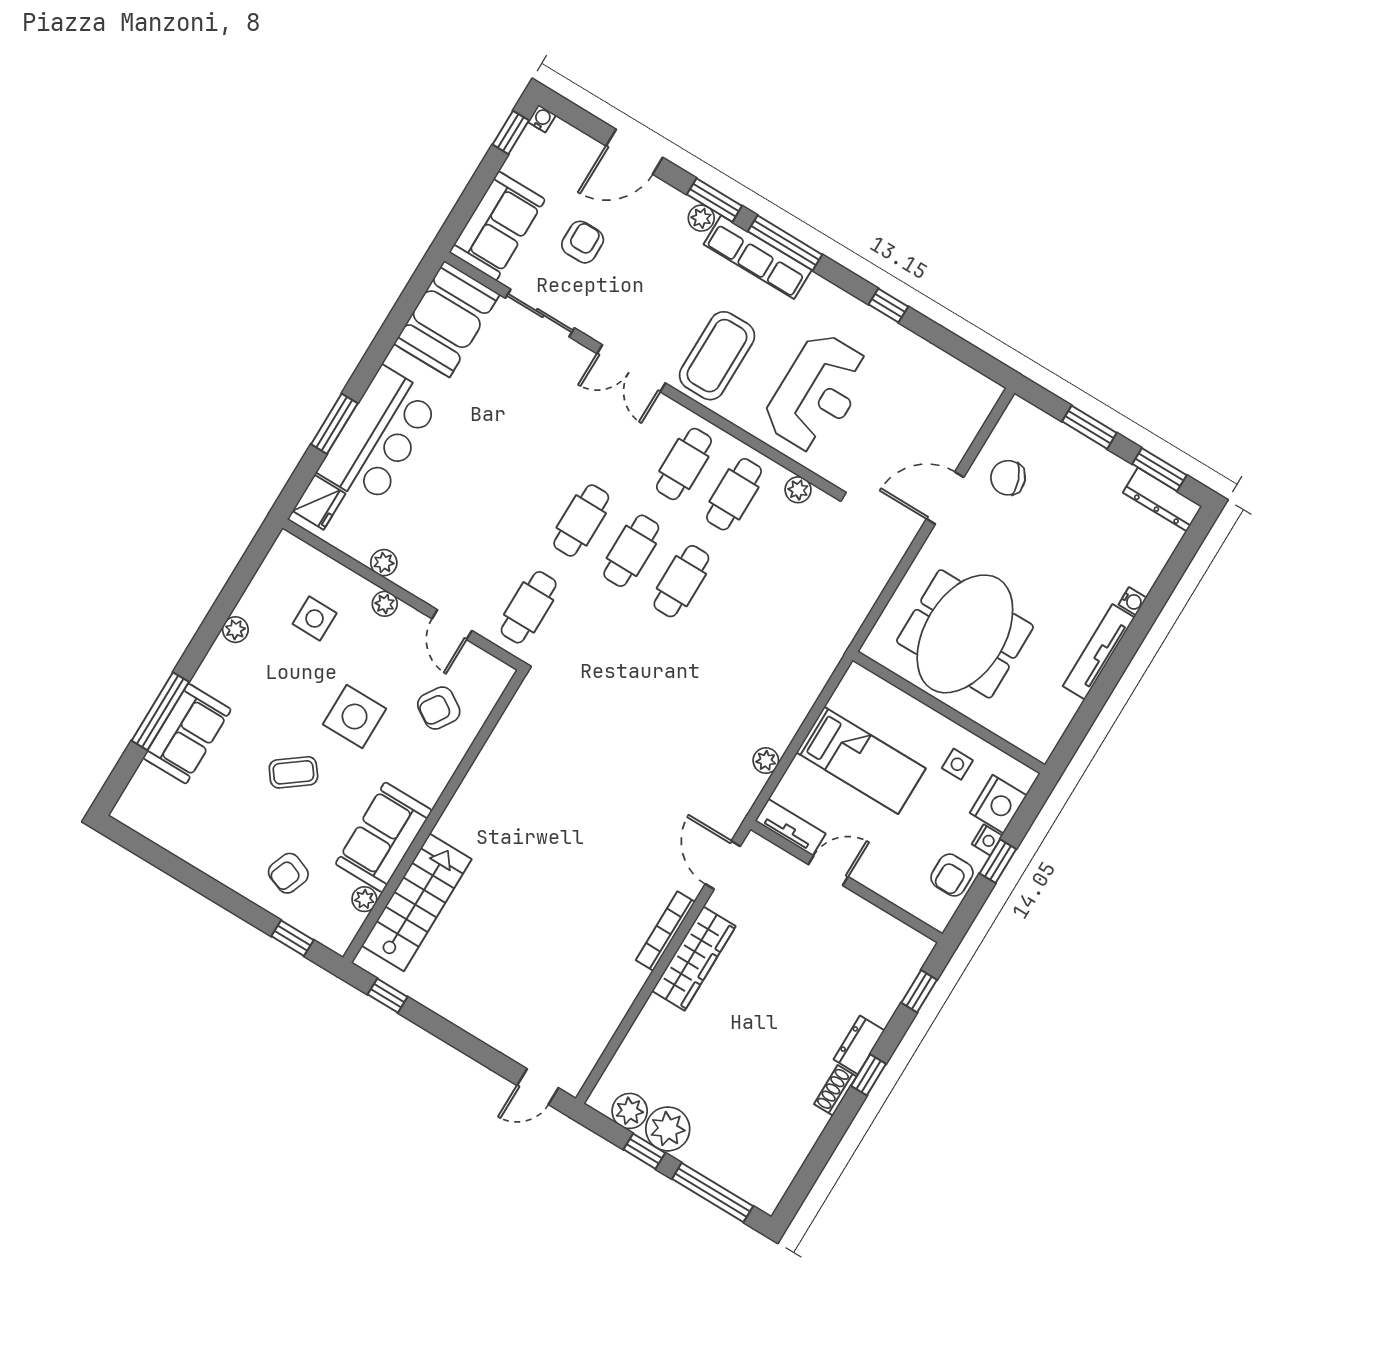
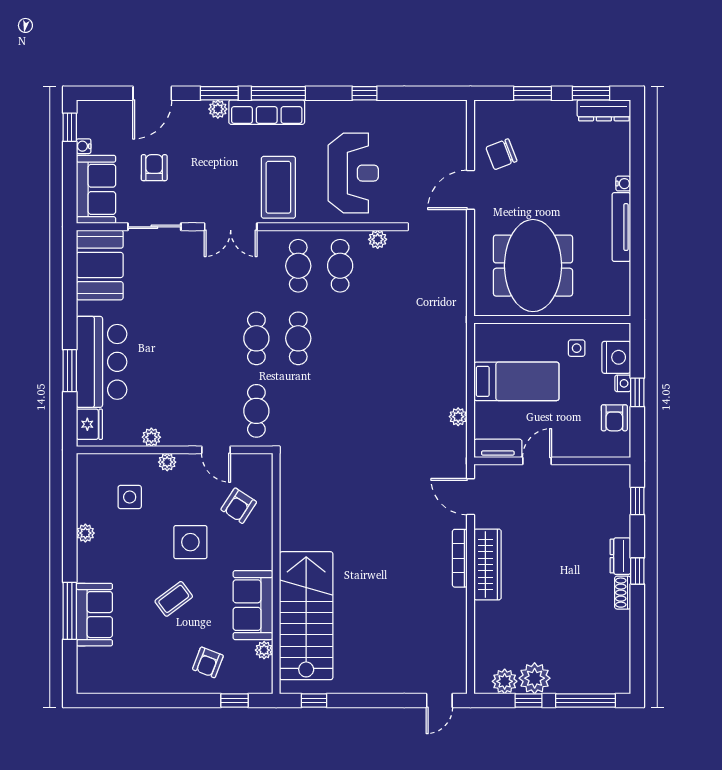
water cooler: (542, 119) -> (84, 146), moved, turned -90
cafe table: (681, 581) -> (340, 338), removed
stairs: (417, 902) -> (306, 616), width x1.36, depth x1.51

